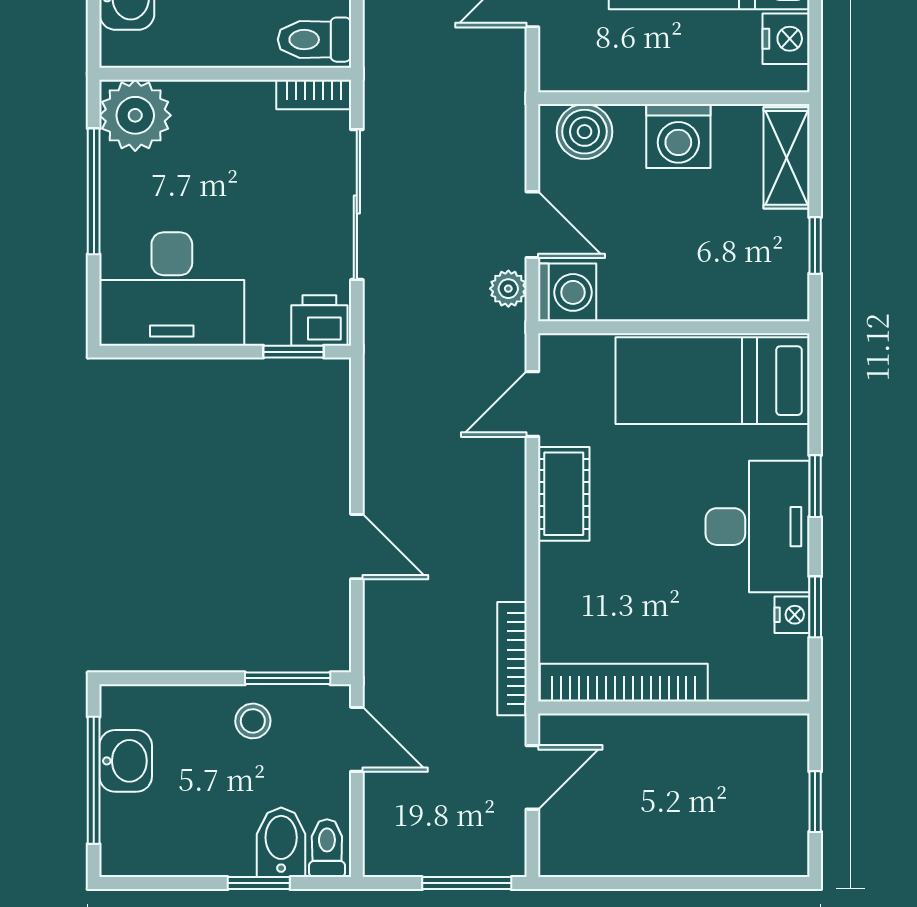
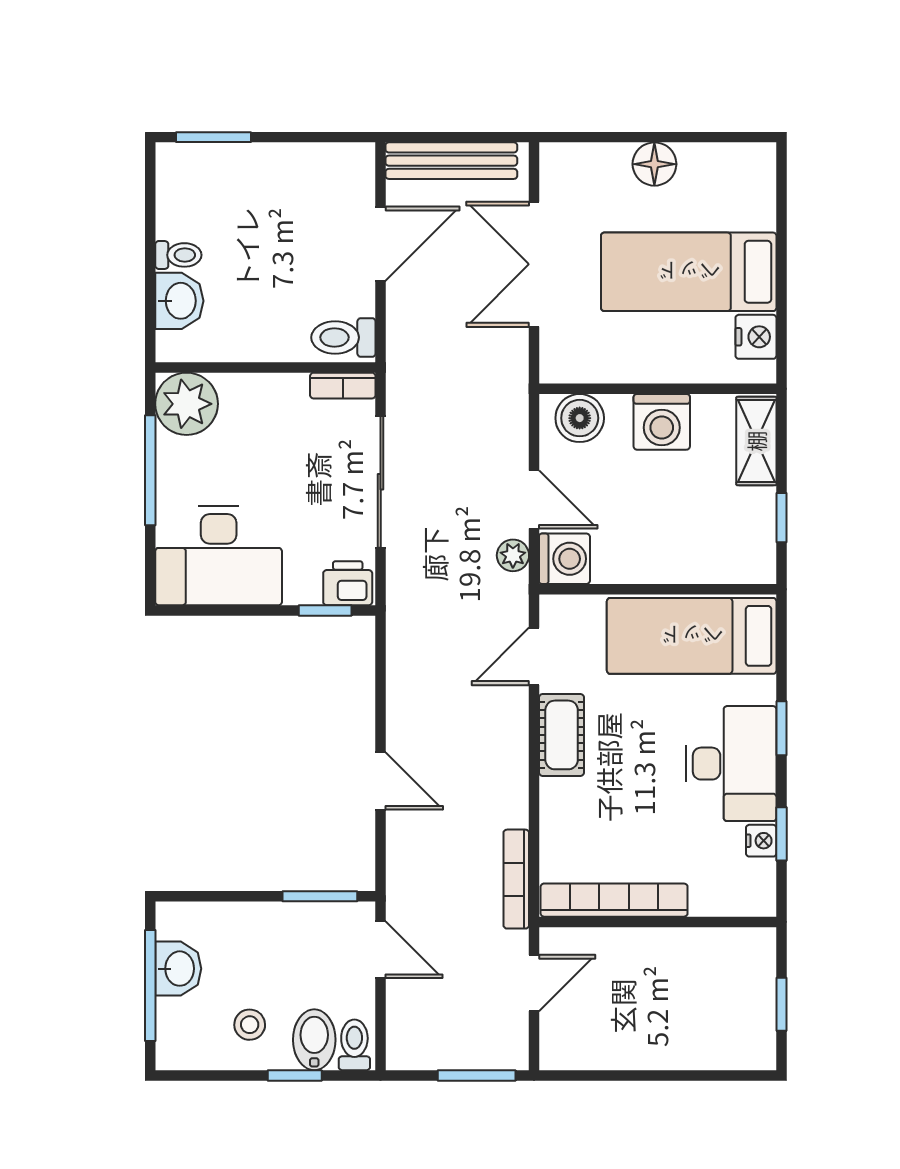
stool: (253, 721) -> (250, 1025), moved

